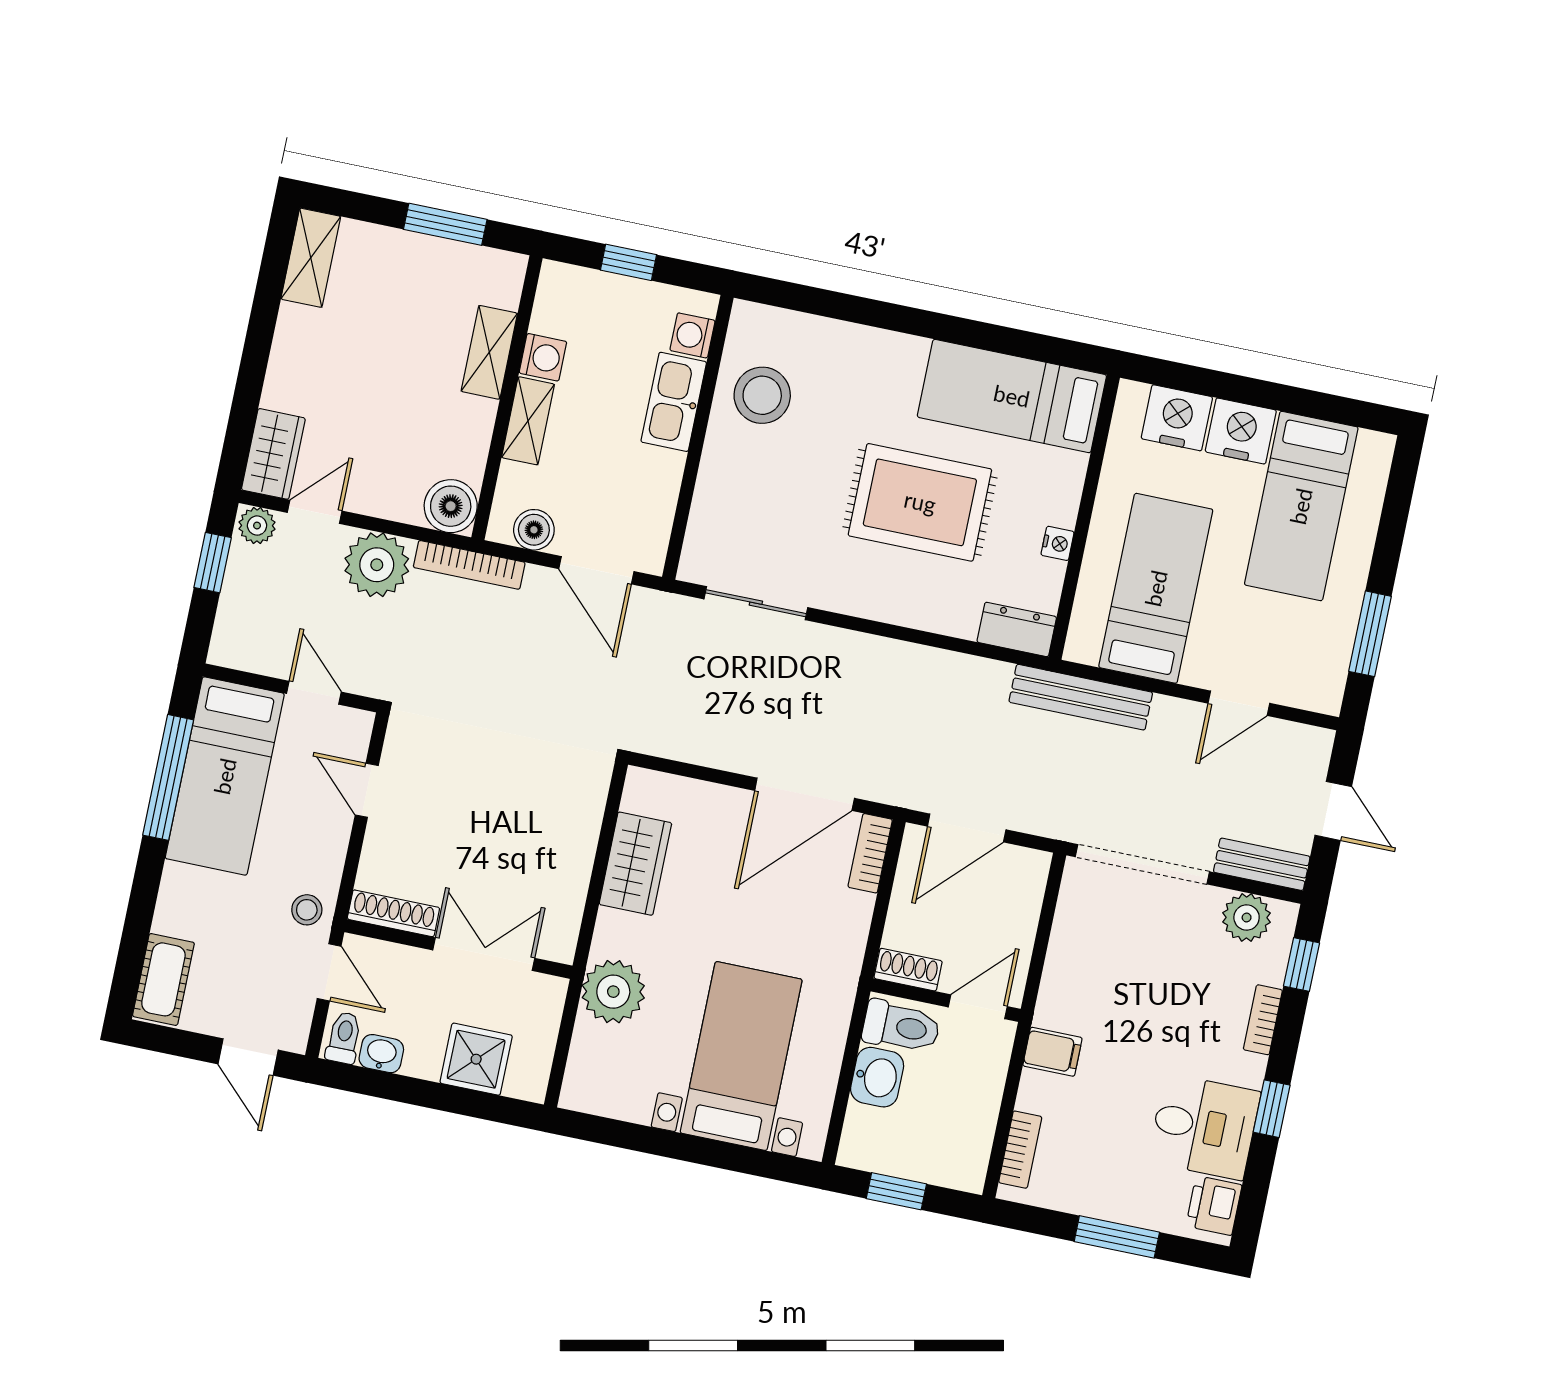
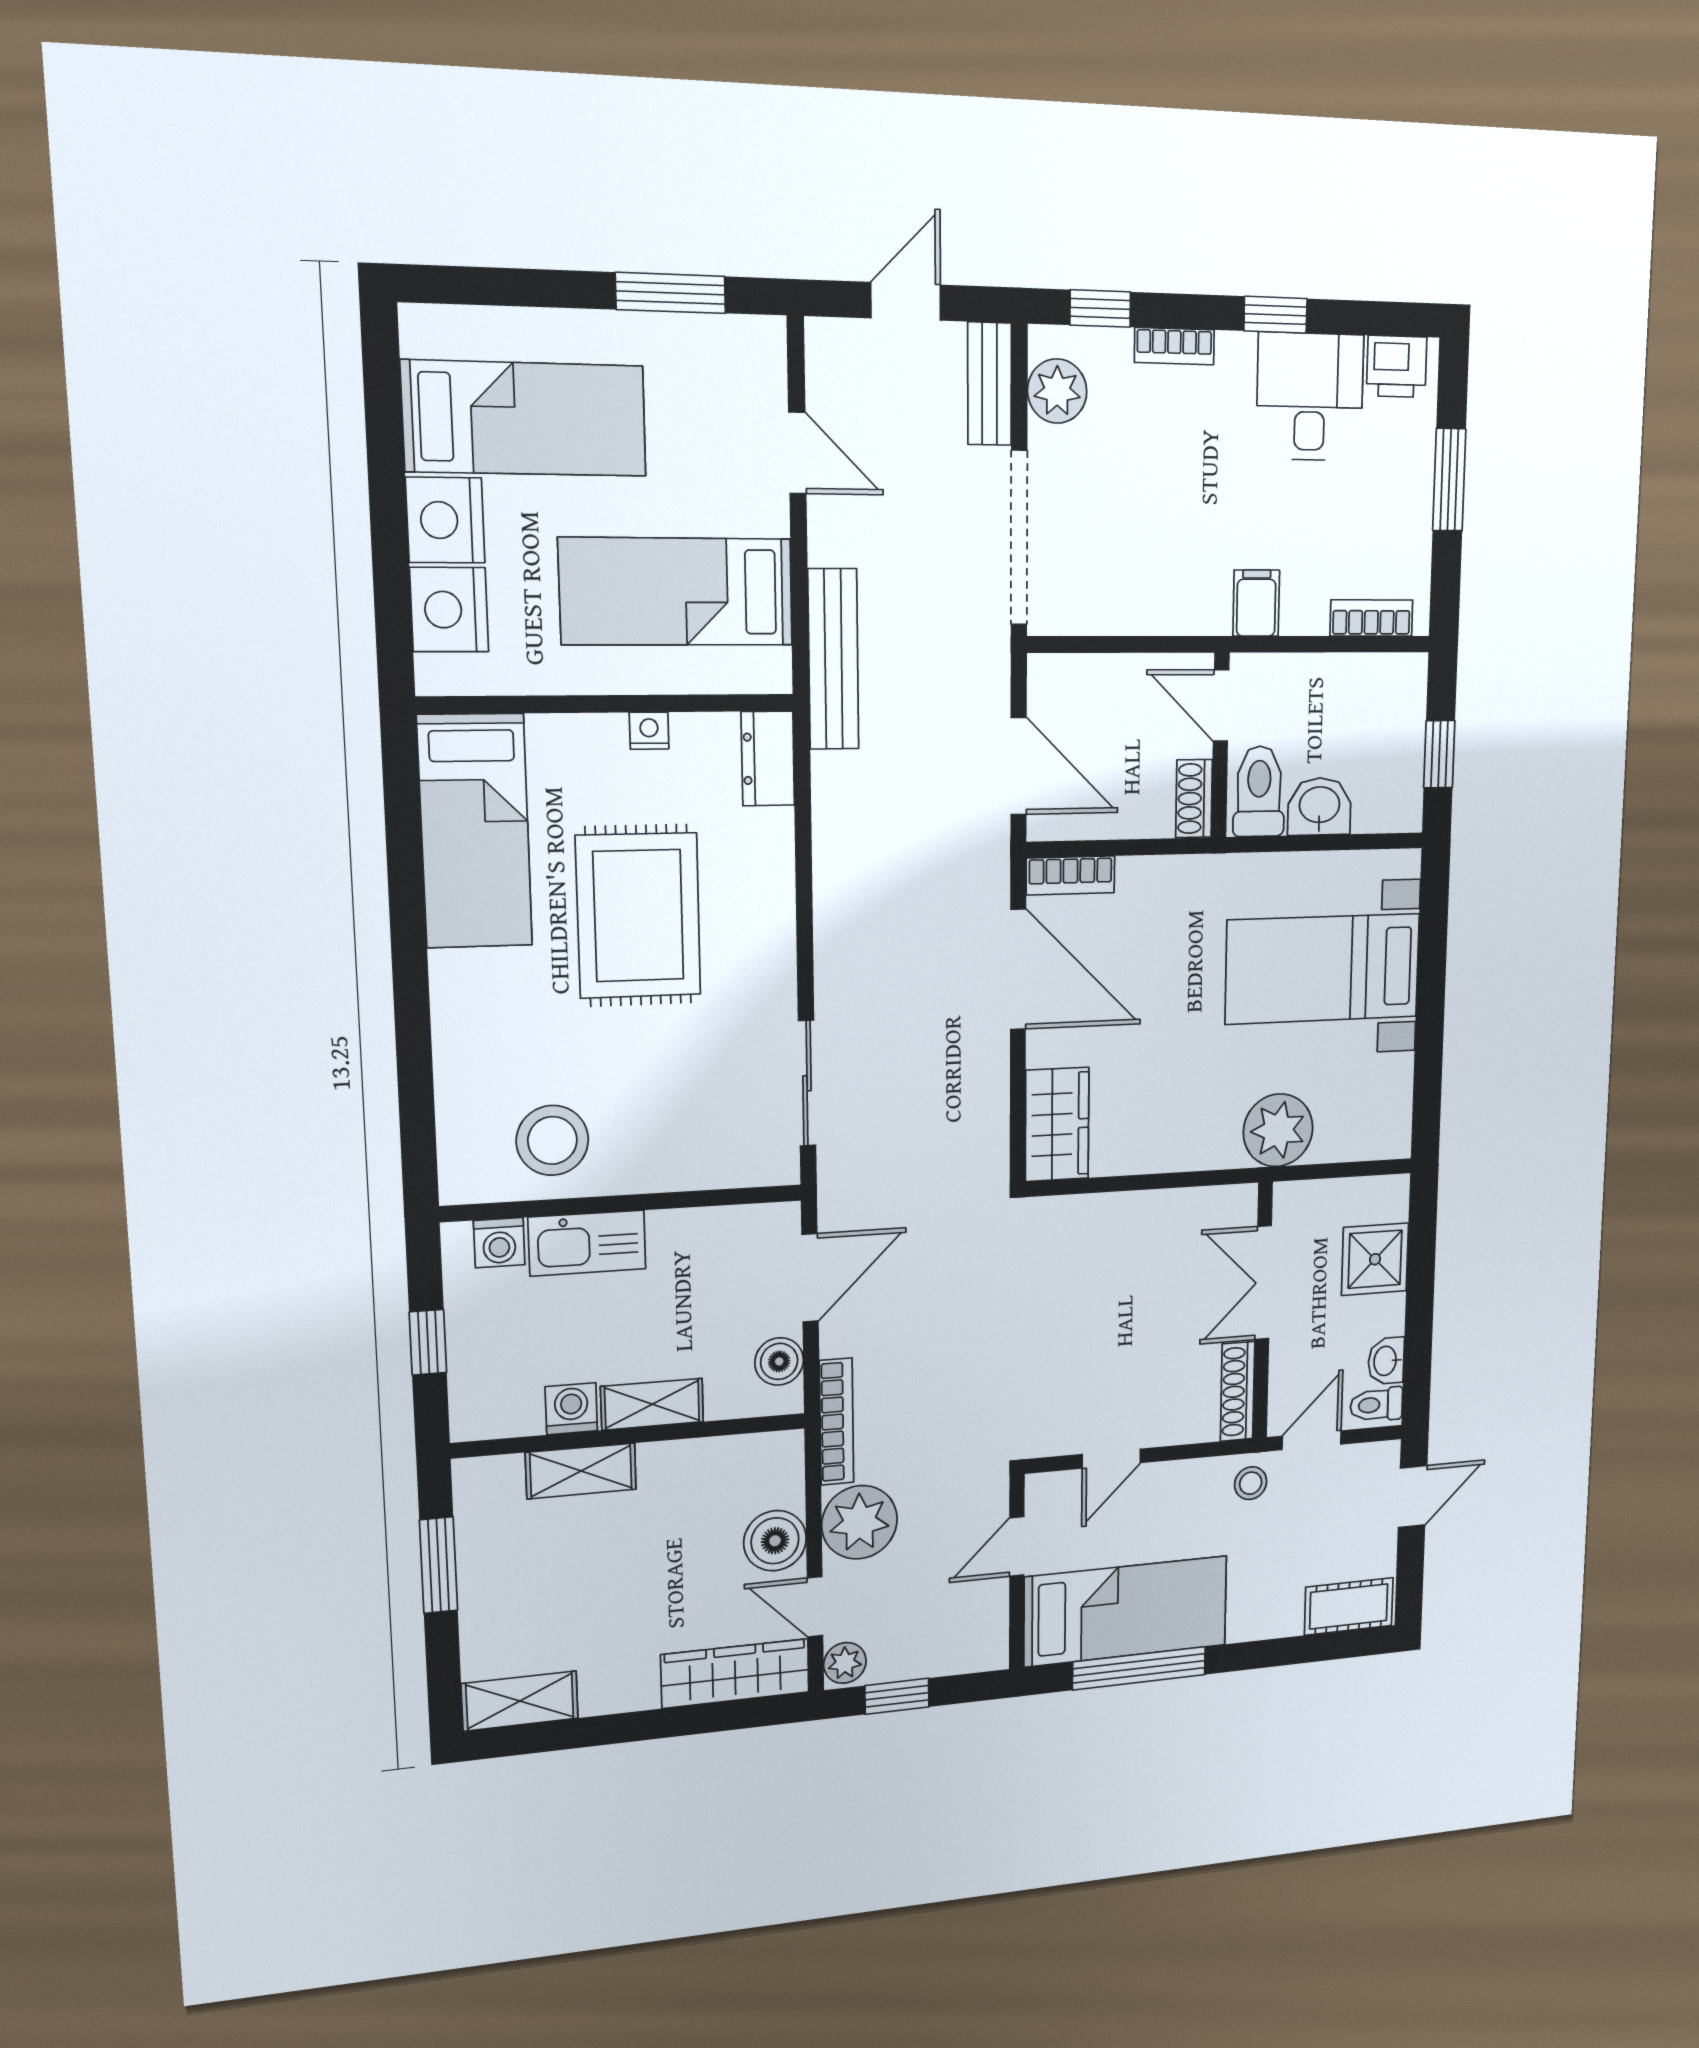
wardrobe: (273, 454) -> (735, 1673), width x1.50
boiler: (451, 506) -> (775, 1541), moved
wardrobe: (635, 864) -> (1057, 1124), moved, turned 90

